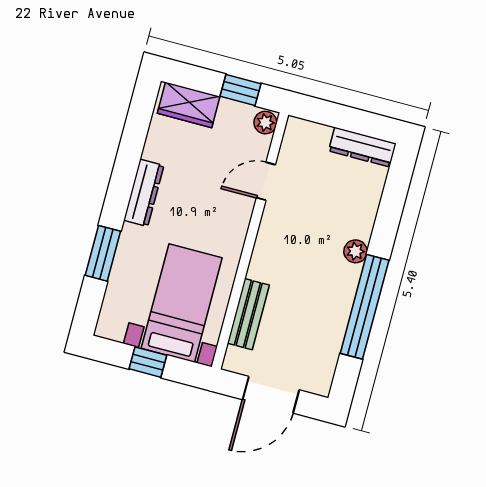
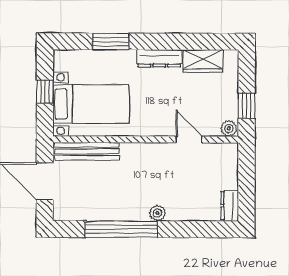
wardrobe: (189, 105) -> (203, 61), moved, turned -90
dresser: (362, 147) -> (230, 206), width x0.70
bench: (248, 314) -> (87, 151), width x1.36

